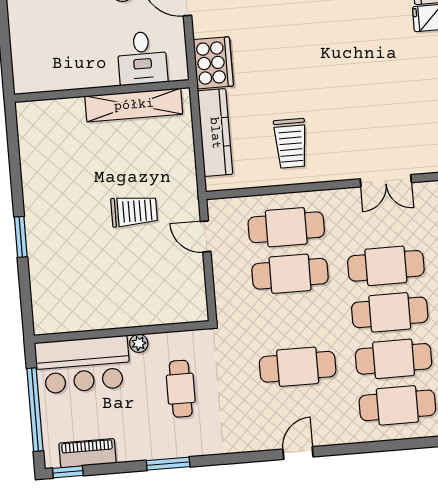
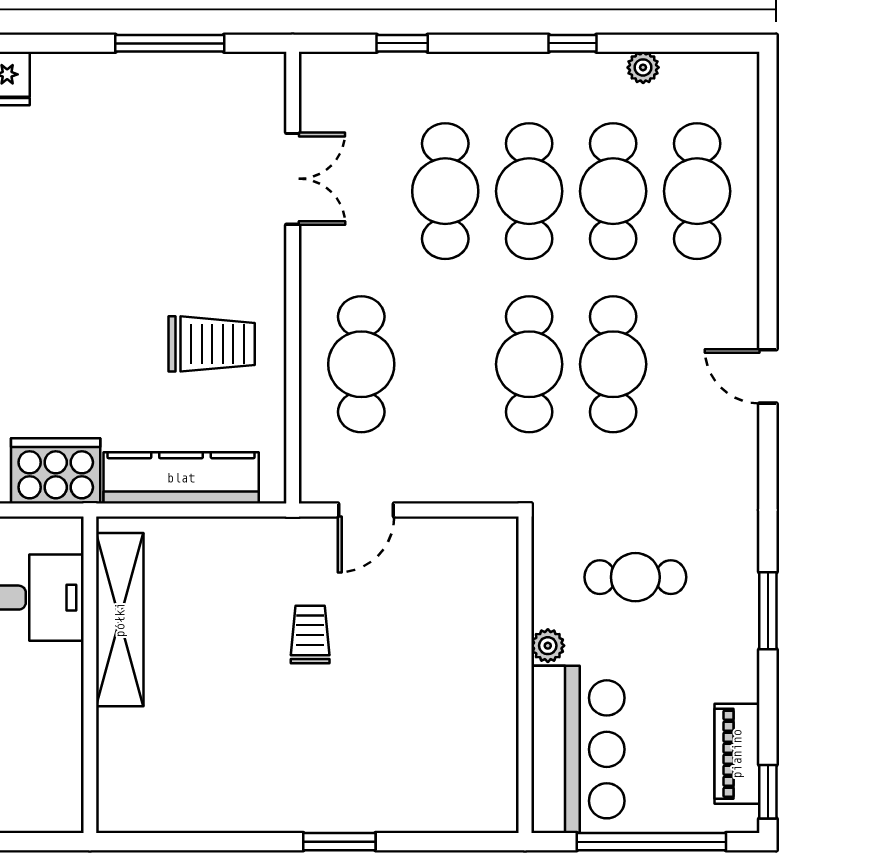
trolley: (134, 211) -> (310, 635), width x0.73, depth x0.72
cafe table: (290, 274) -> (529, 364), moved

